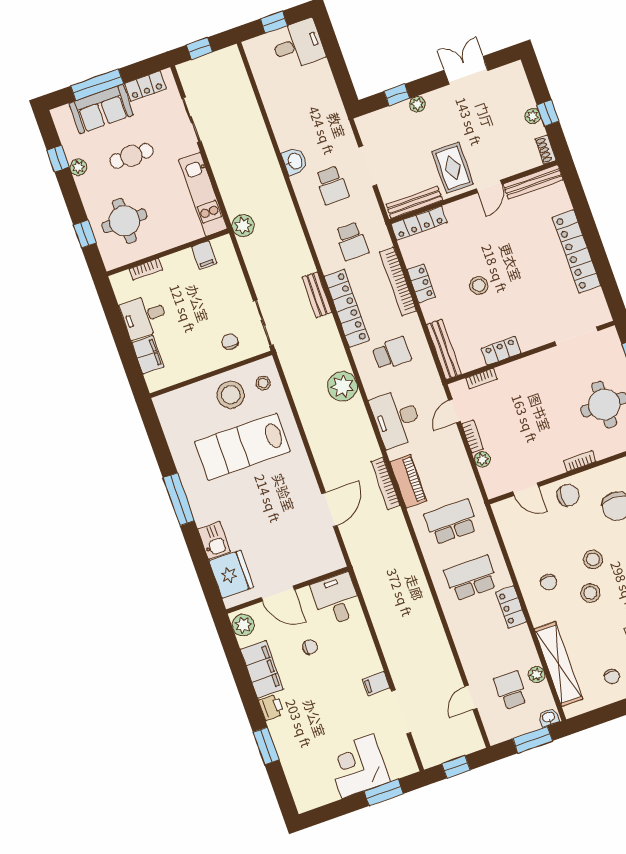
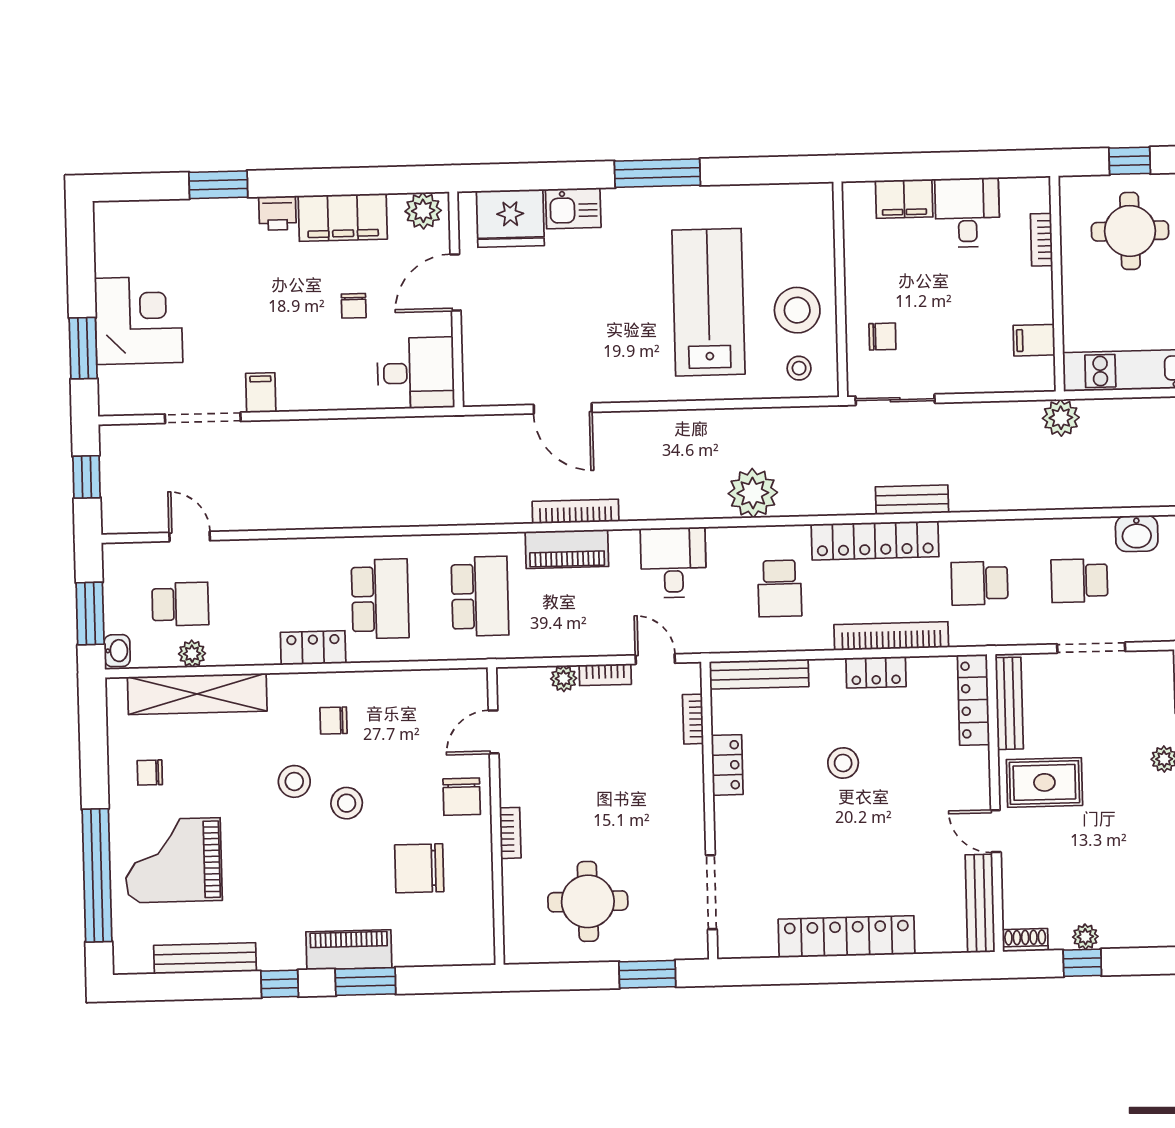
desk: (396, 418) -> (673, 563), width x0.73

